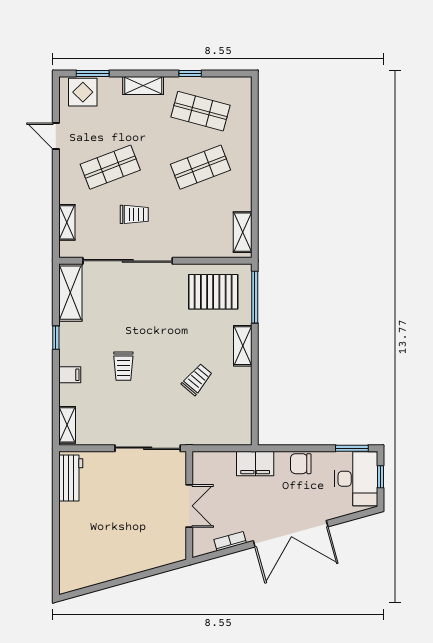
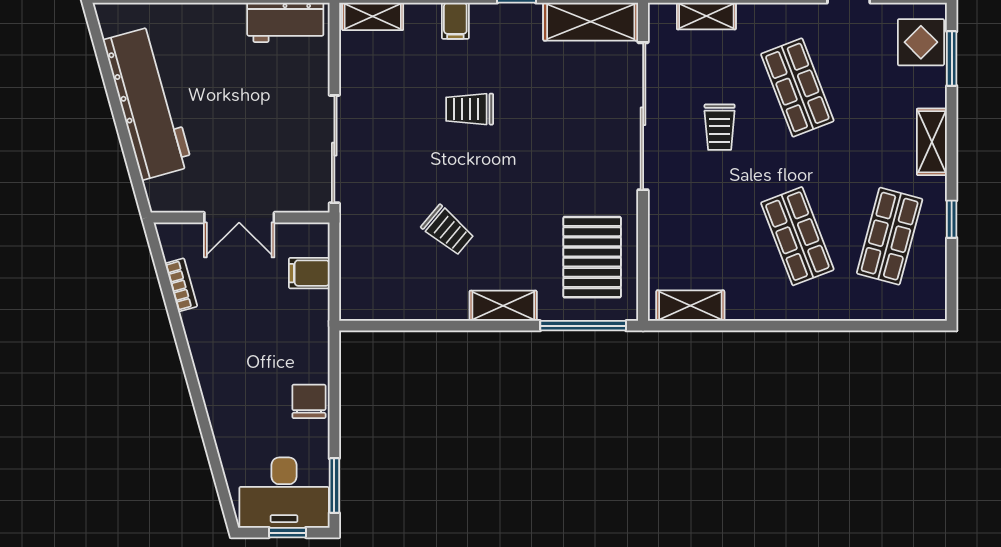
filing cabinet: (255, 463) -> (309, 273), moved, width x0.50
double door: (291, 534) -> (193, 385), removed
workbench: (120, 561) -> (148, 103), added

